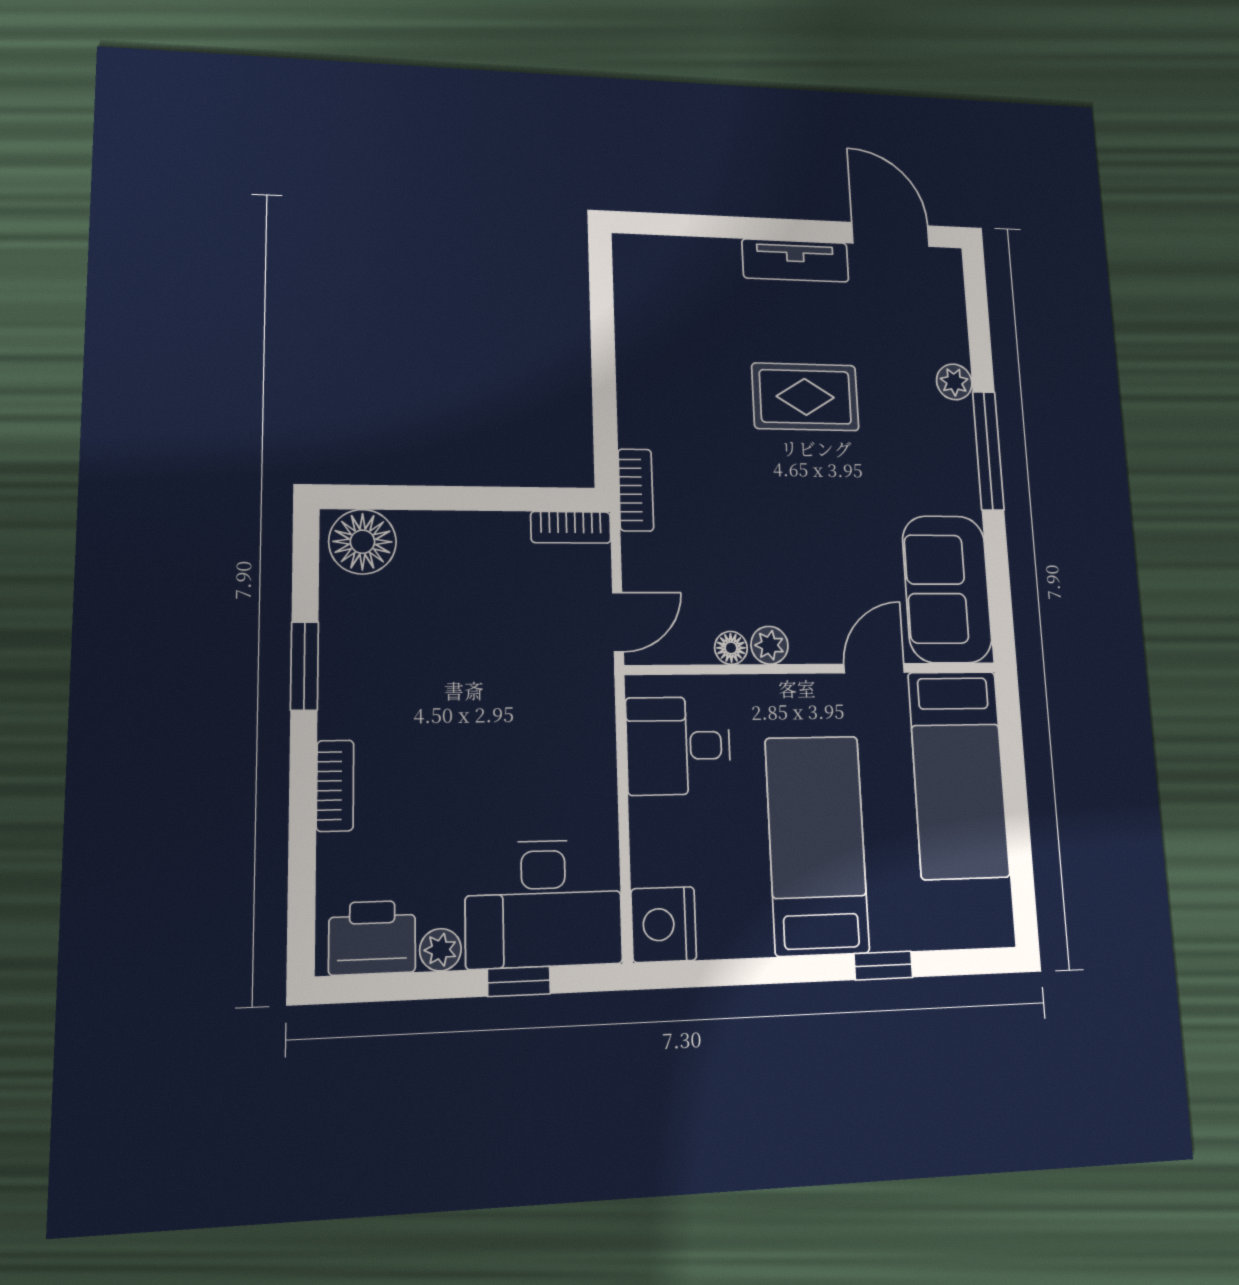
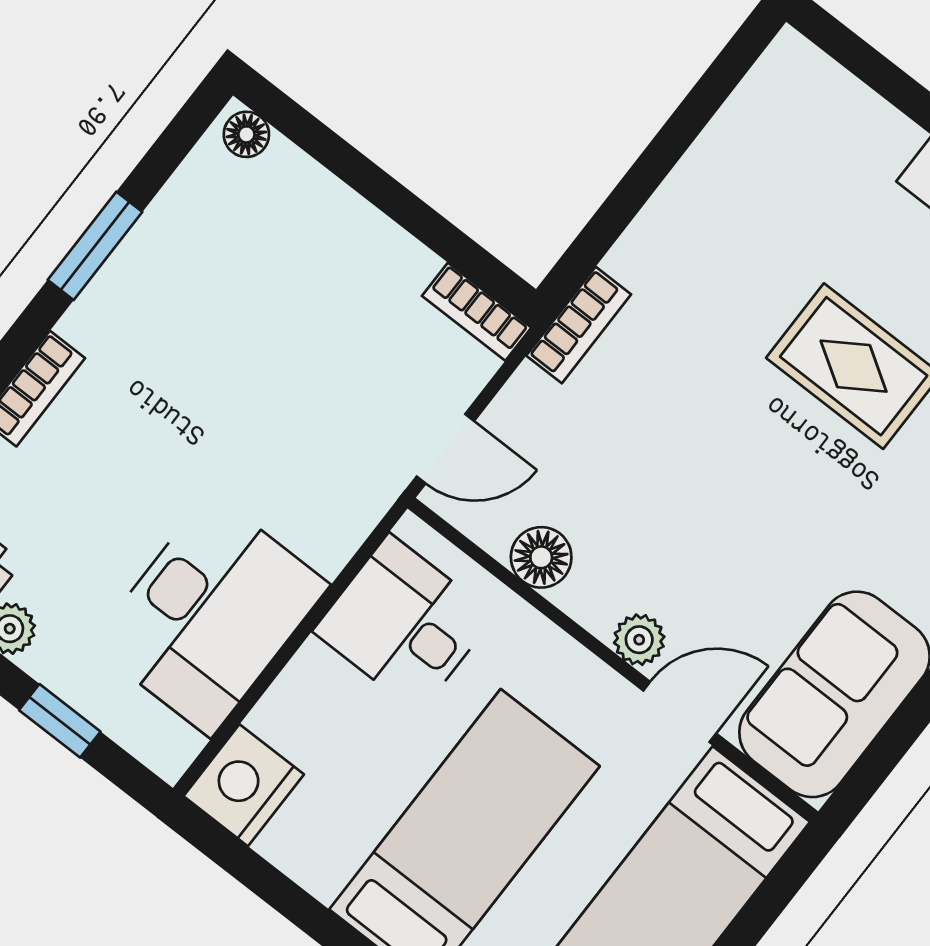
floor lamp: (362, 542) -> (246, 134), width x0.53, depth x0.53
plant: (769, 645) -> (639, 640), moved
floor lamp: (731, 648) -> (541, 557), width x1.37, depth x1.37
desk: (544, 903) -> (210, 615), moved, turned -90

